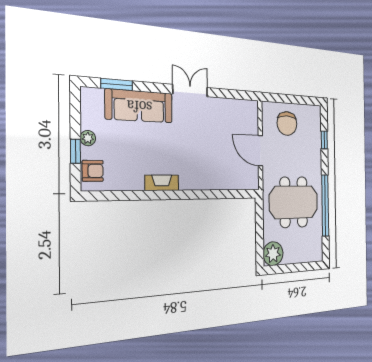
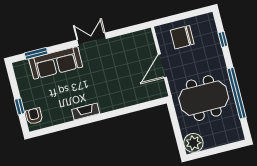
chair: (287, 124) -> (182, 37), turned 90
plant: (88, 138) -> (25, 95), removed
door: (260, 151) -> (162, 66), hinge flipped
armchair: (93, 171) -> (34, 116), turned -90

